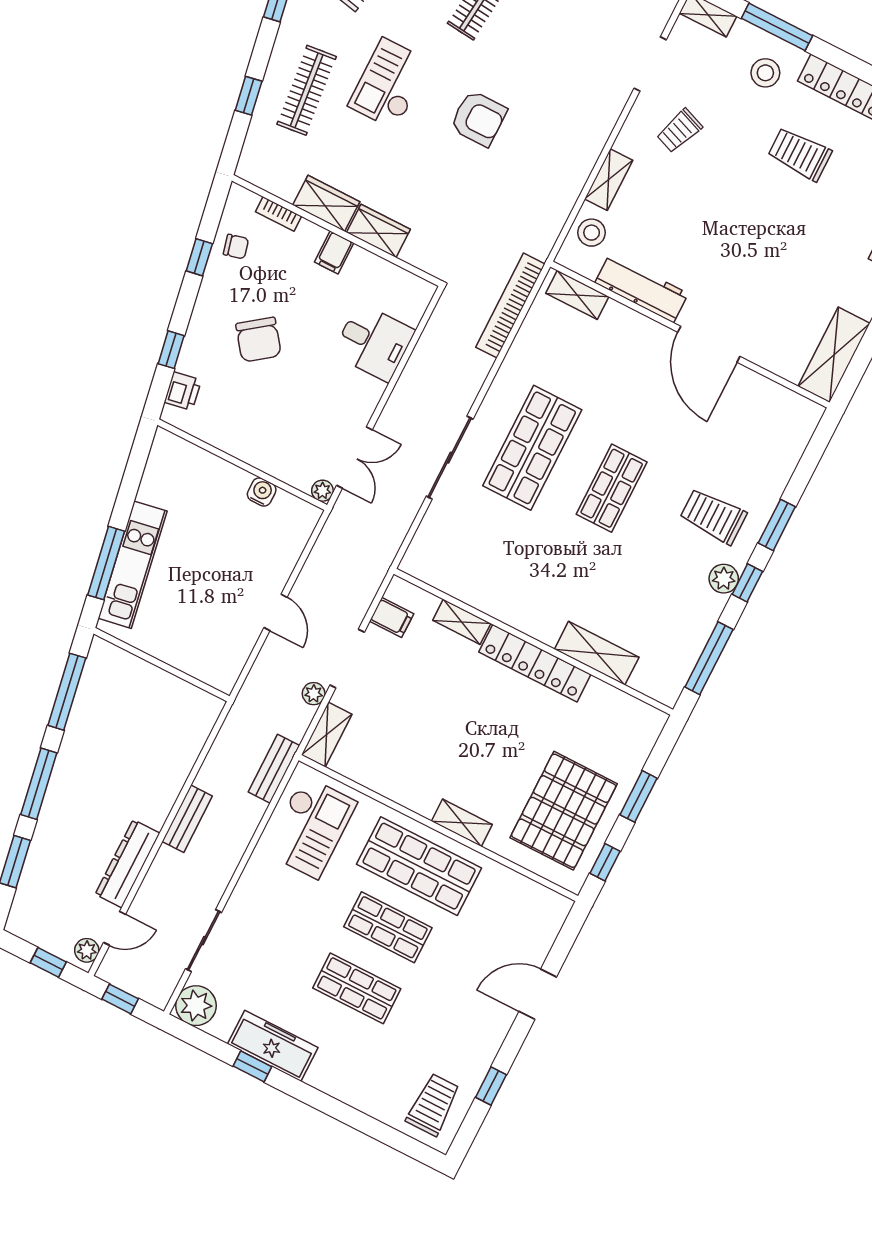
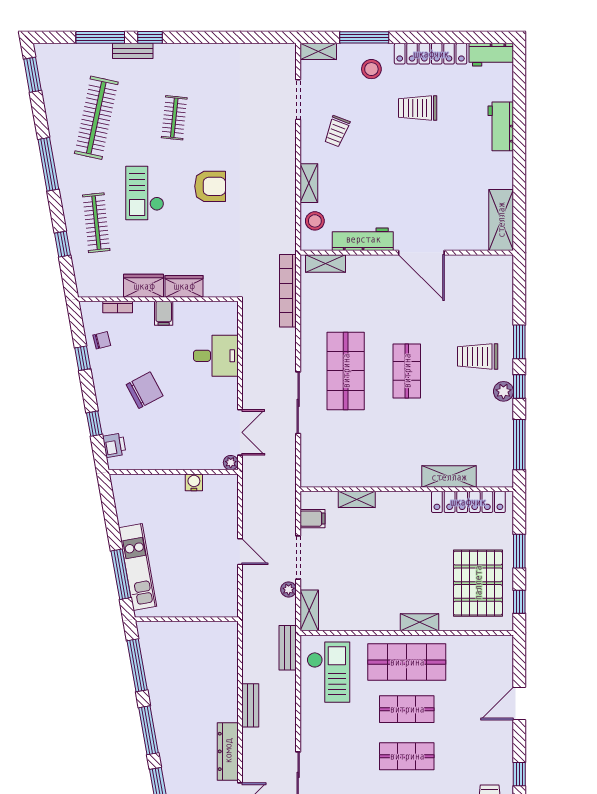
chair: (258, 340) -> (145, 390), turned -81
locker: (535, 663) -> (468, 502), moved

